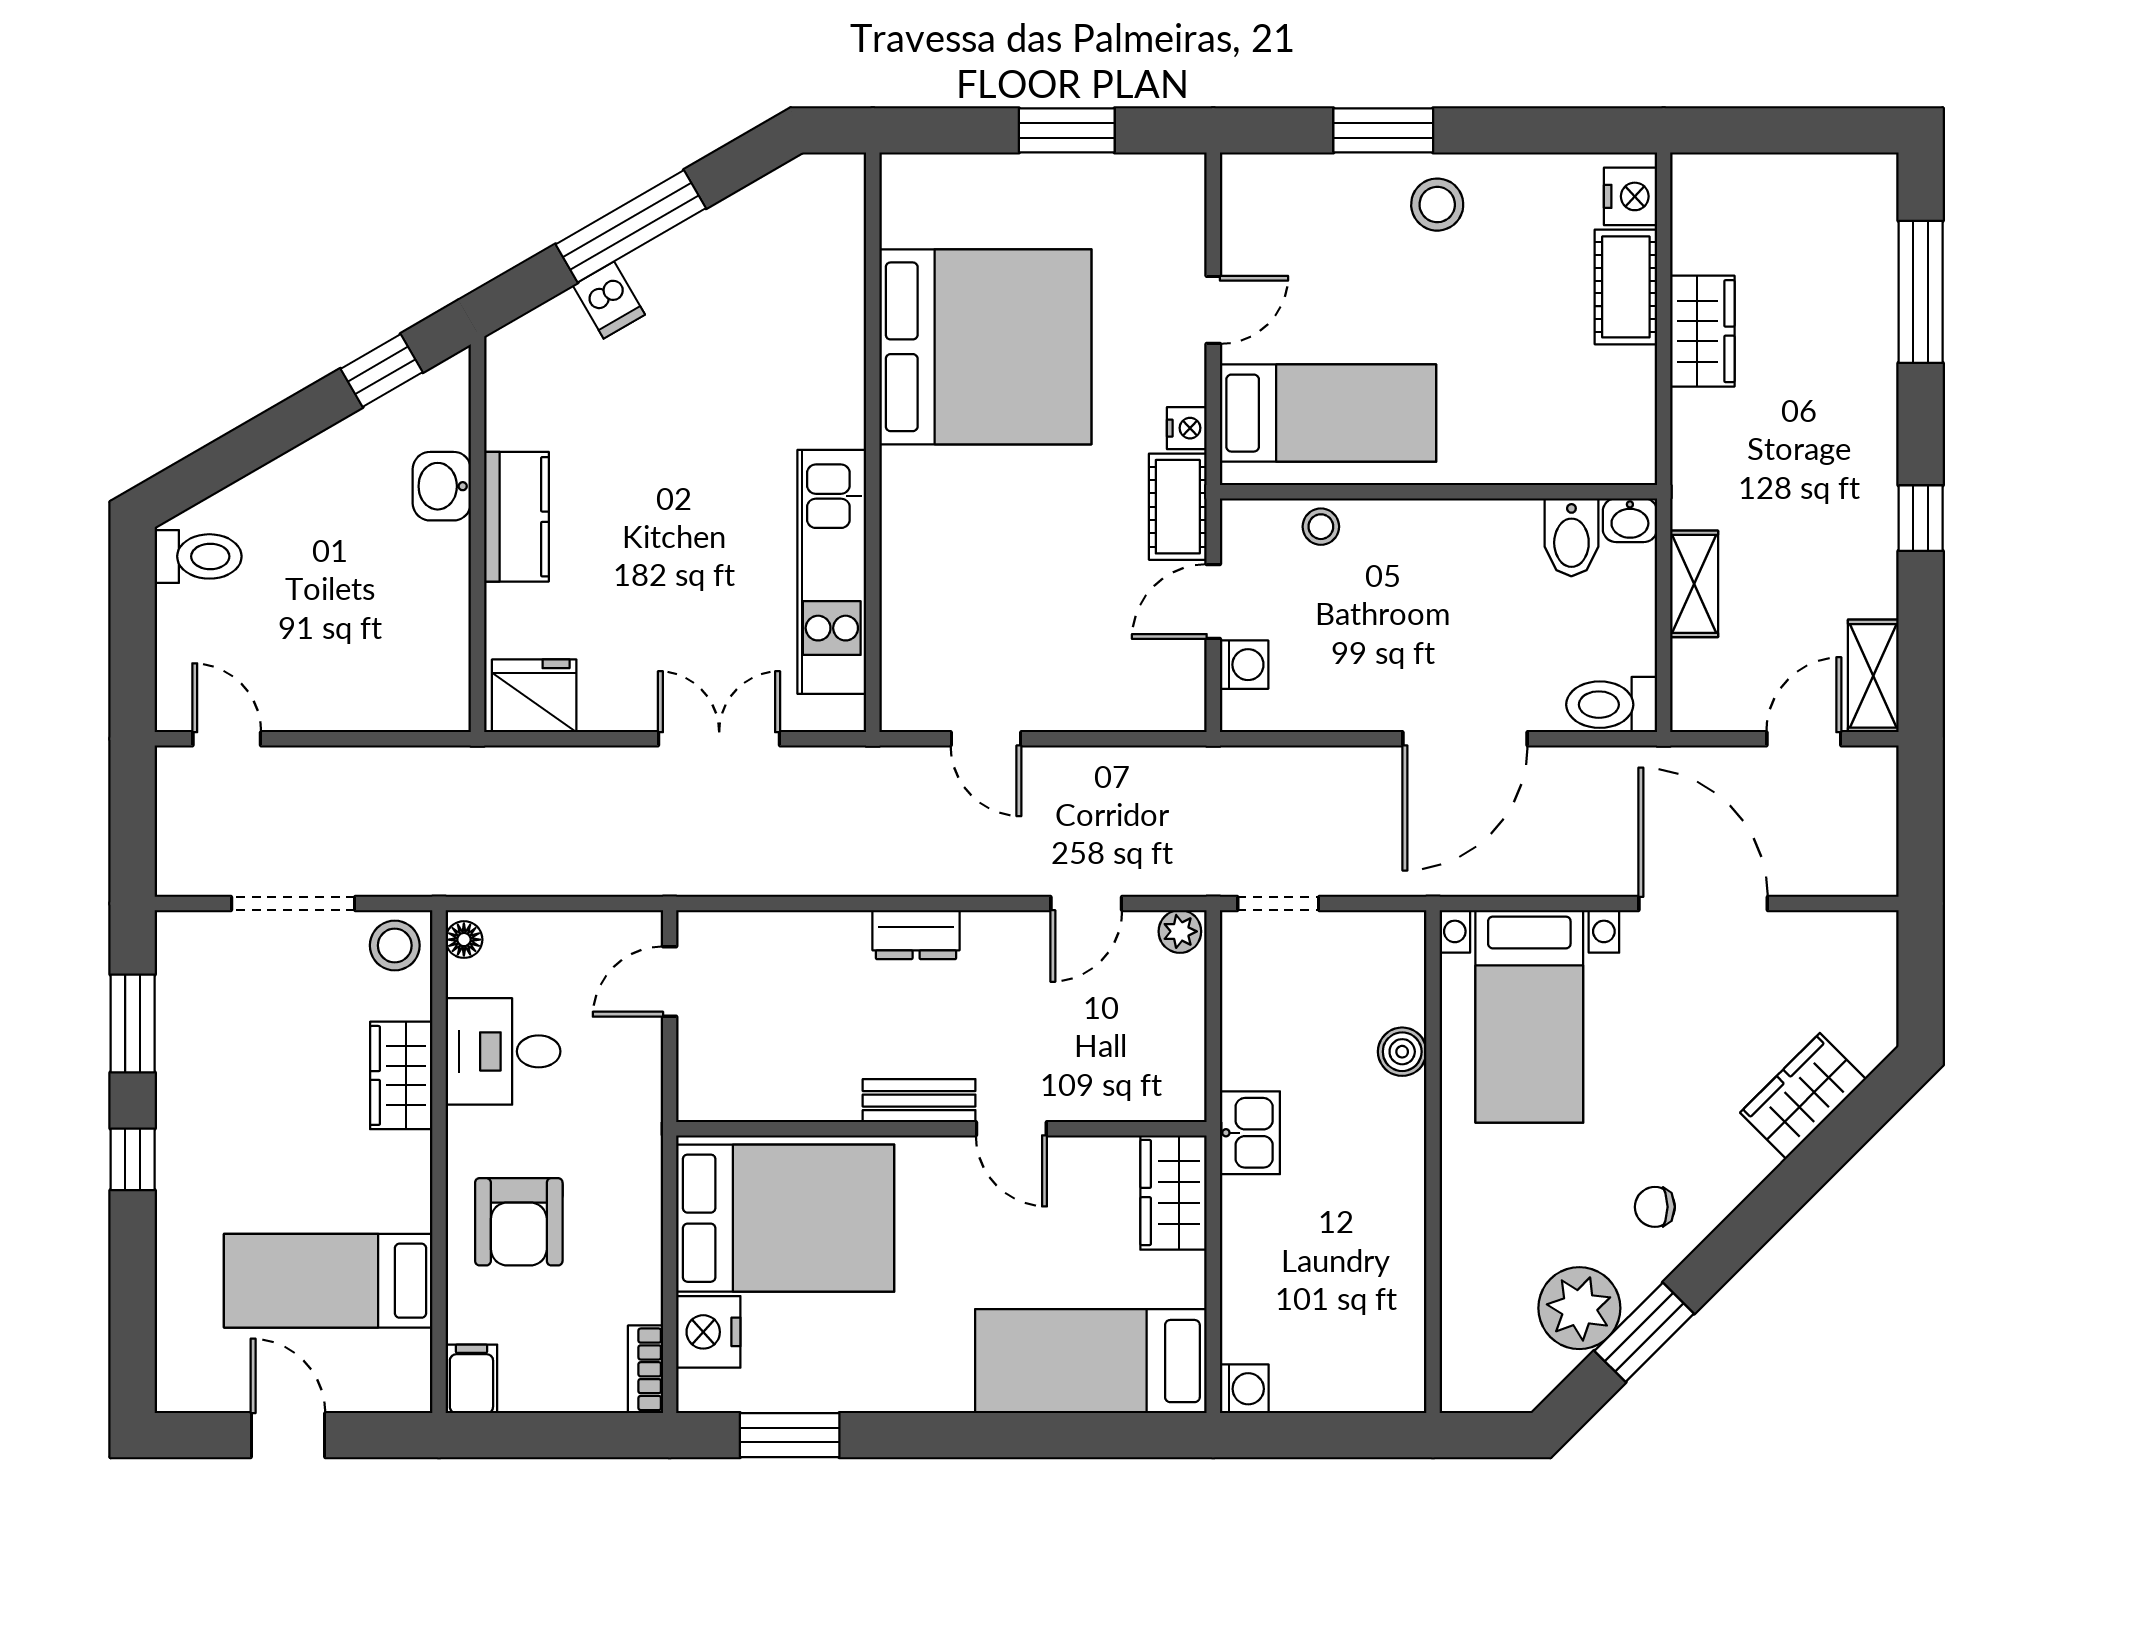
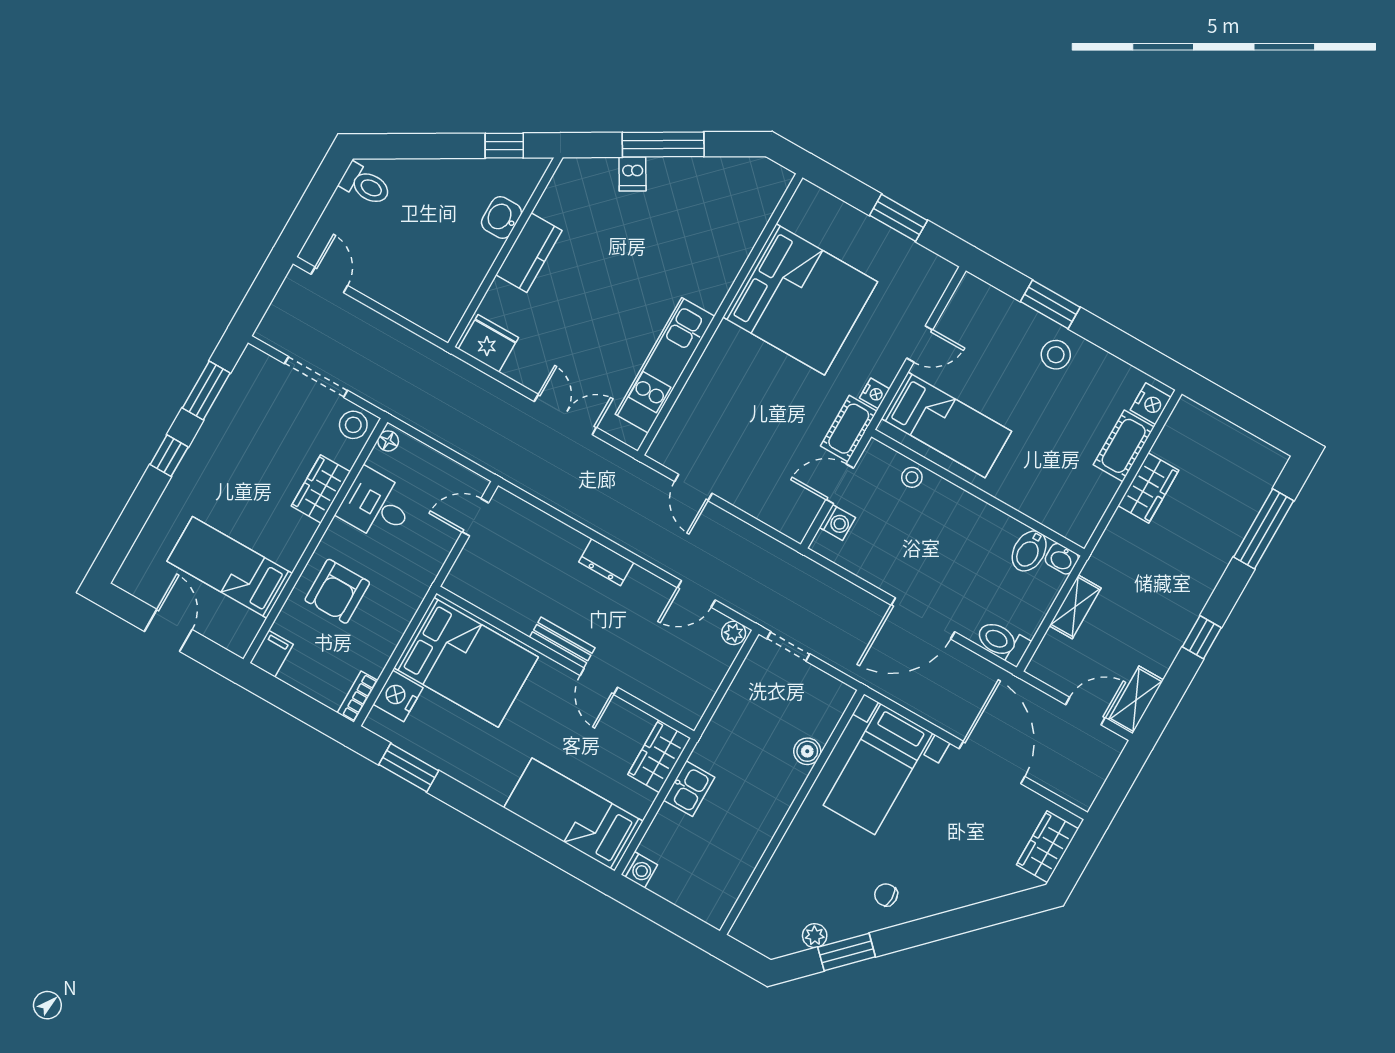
wardrobe: (1803, 1096) -> (1047, 847), moved, turned -45
kitchen sink: (1250, 1133) -> (689, 789), moved
plant: (1579, 1308) -> (815, 936), width x0.53, depth x0.53

